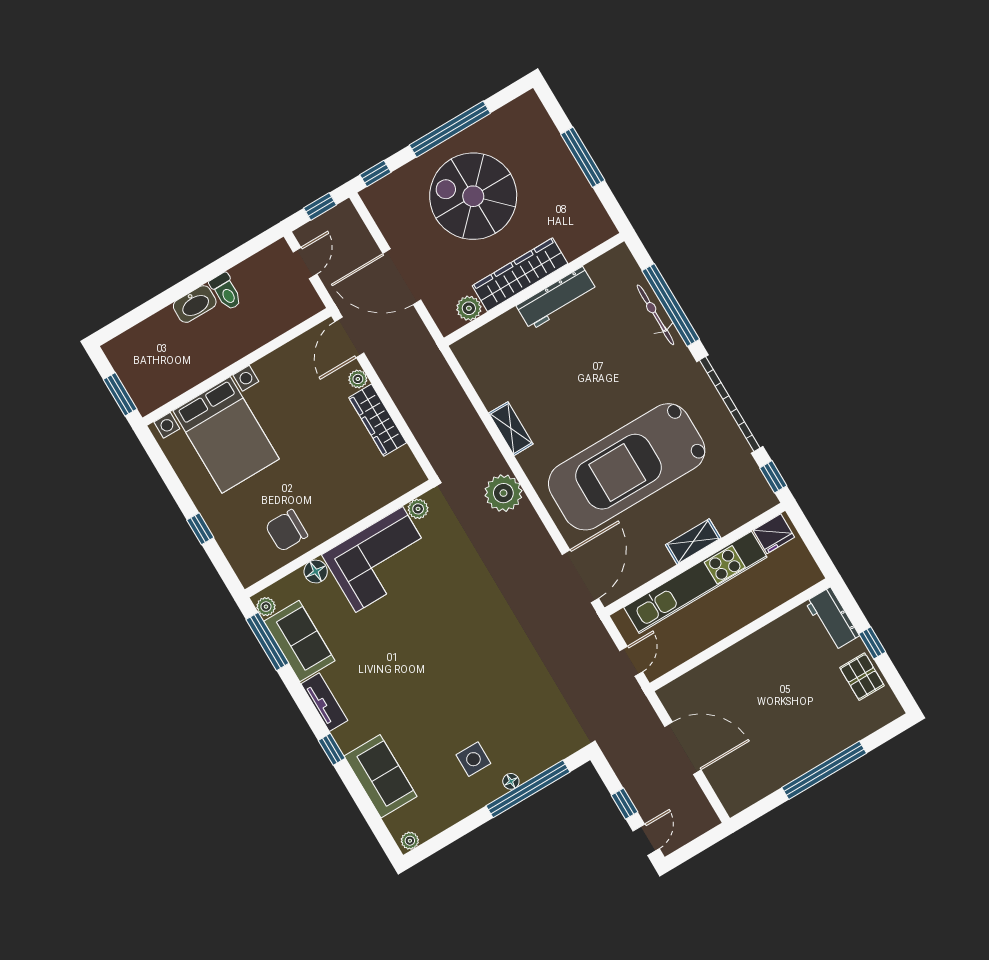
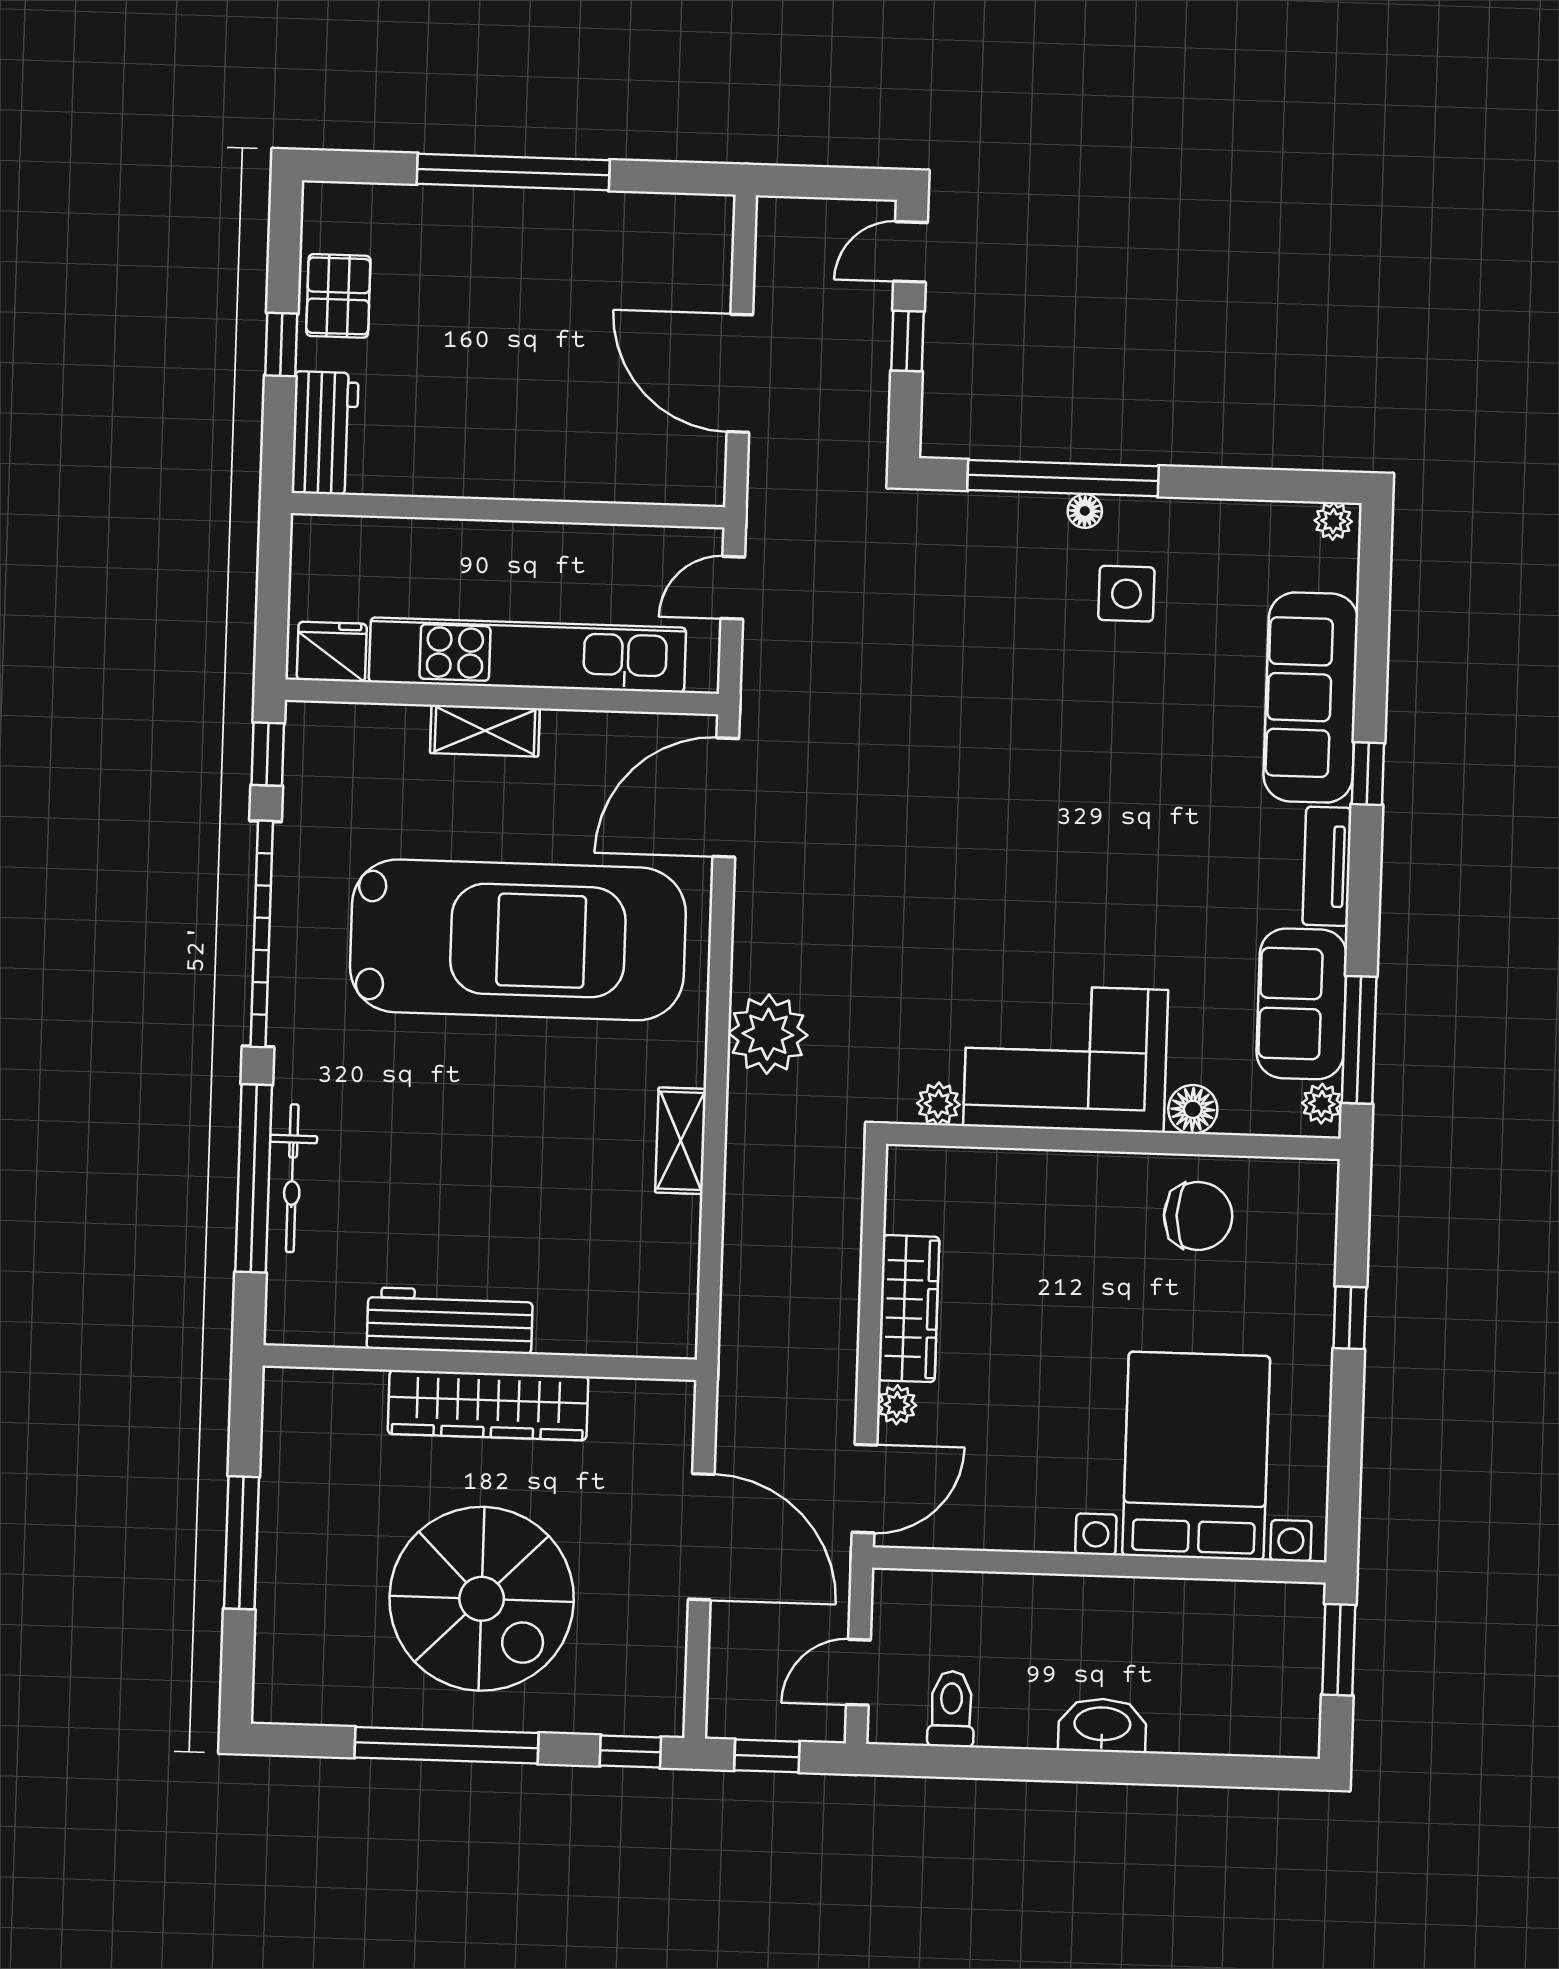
toilet: (226, 292) -> (951, 1709), moved
plant: (469, 308) -> (618, 1404), removed
sofa: (381, 776) -> (1311, 697), width x1.36

